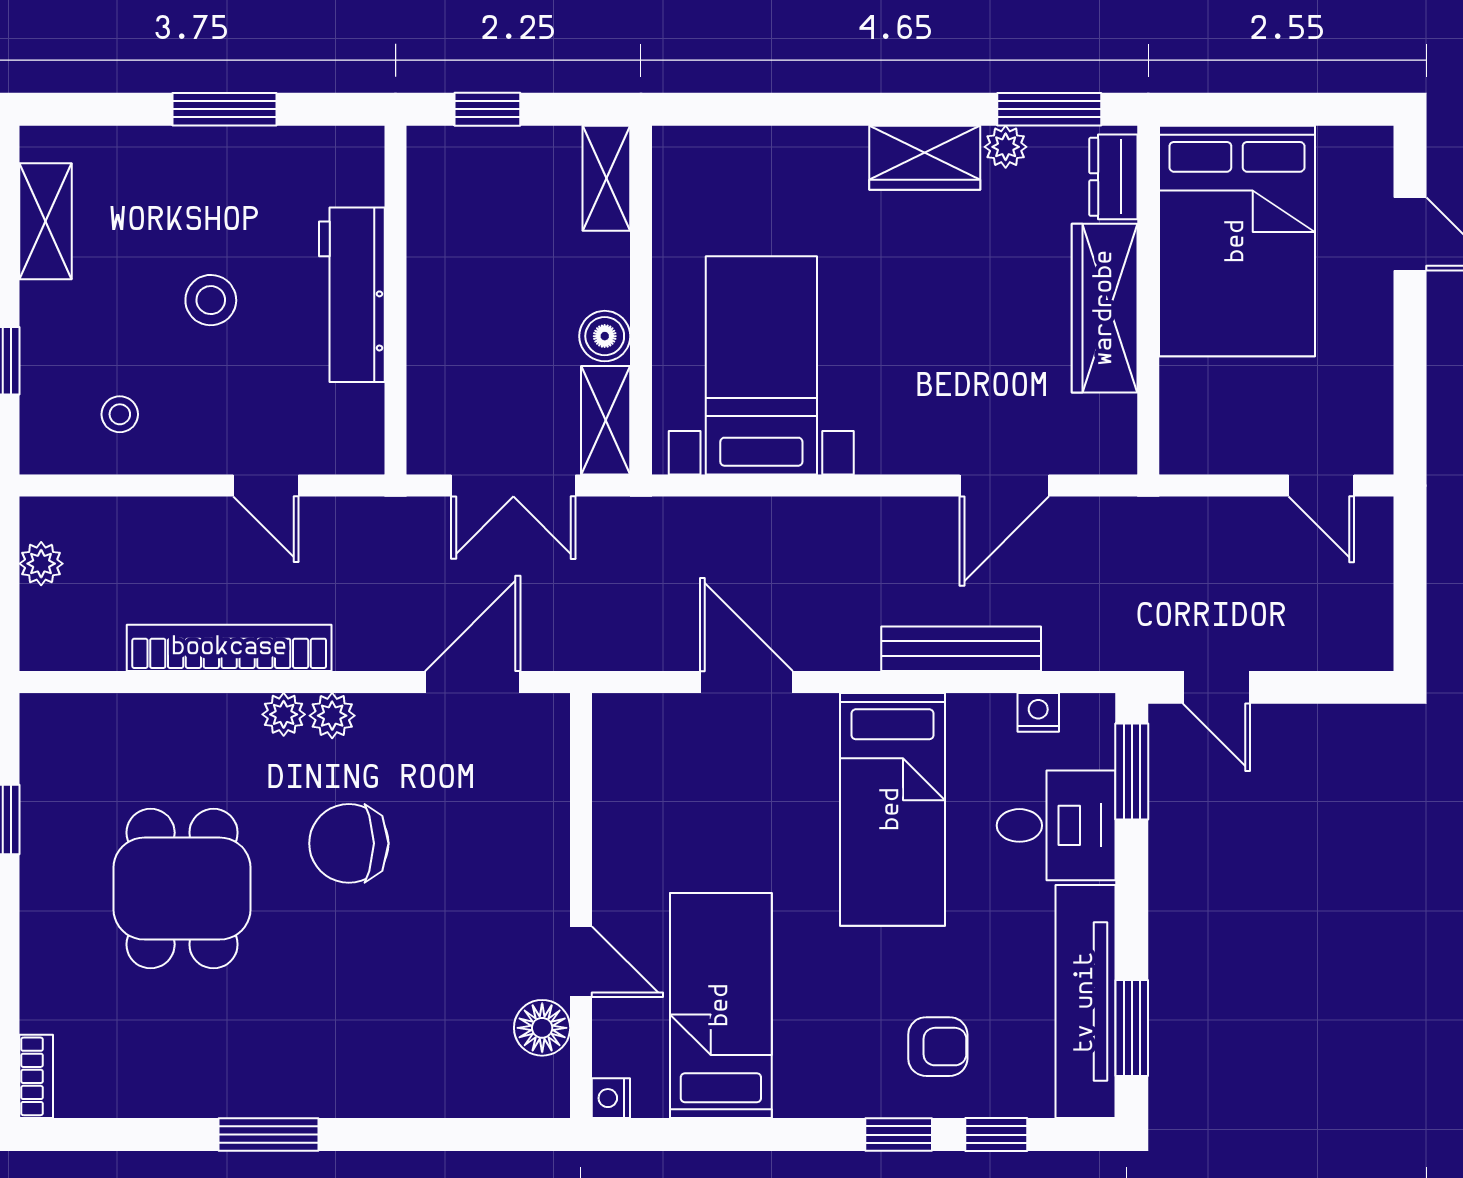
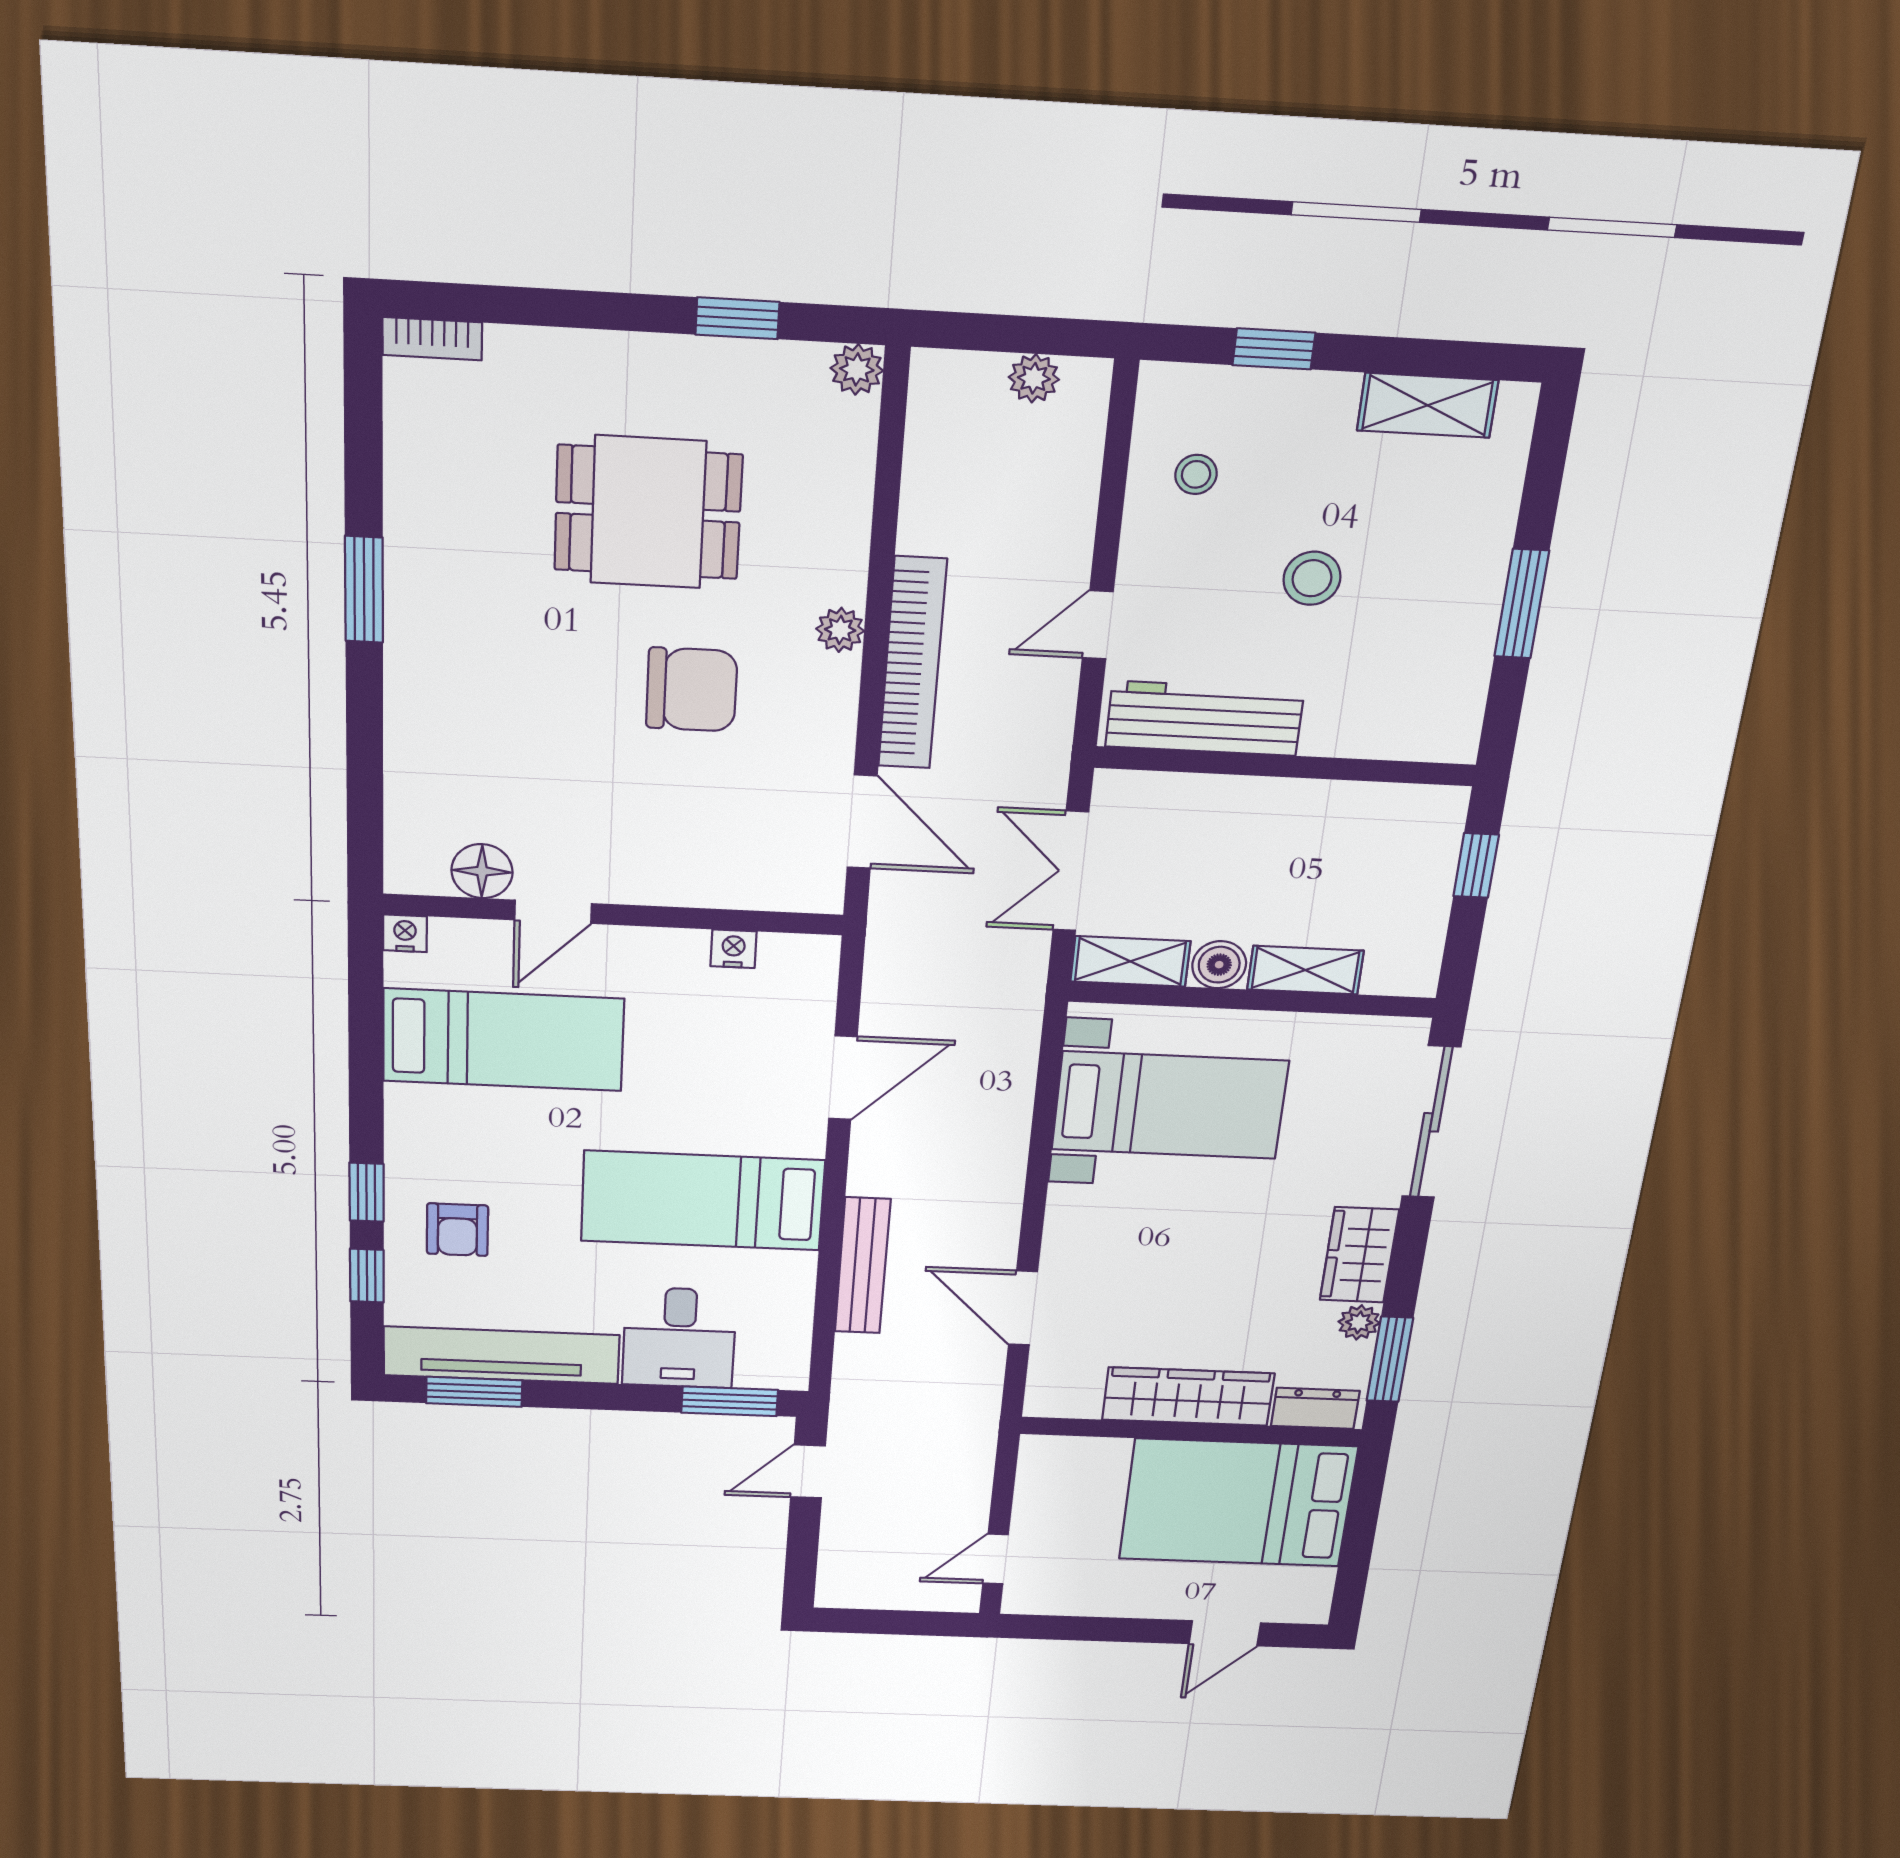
sliding door: (768, 109) -> (1431, 1122), added
shelving: (606, 178) -> (1305, 970), moved
workbench: (352, 295) -> (1205, 718), moved
bookcase: (229, 648) -> (912, 664), moved
nightstand: (1038, 712) -> (733, 949), moved, turned -90
plant: (332, 716) -> (857, 369), moved
chair: (349, 843) -> (692, 690), turned 90

